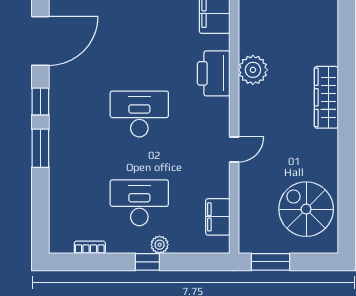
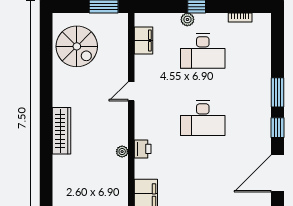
plant: (253, 70) -> (122, 152), width x0.53, depth x0.53
printer: (214, 73) -> (143, 149), width x0.53, depth x0.68

